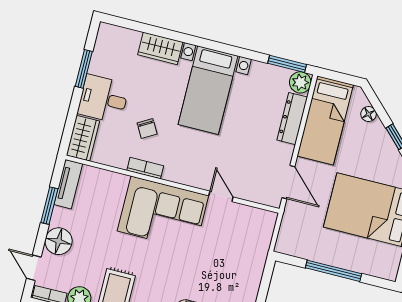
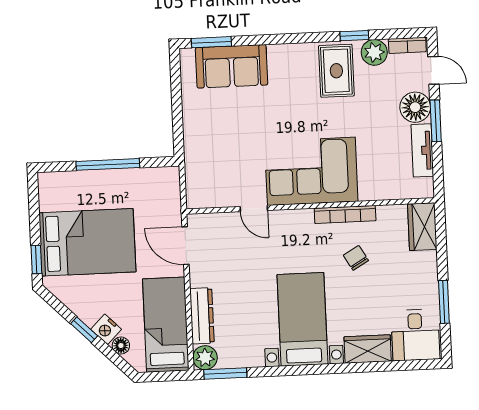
desk: (103, 99) -> (415, 335), moved, turned 90
nightstand: (377, 132) -> (106, 329), added
bookcase: (145, 168) -> (345, 214), width x1.56
tv unit: (68, 184) -> (422, 150), moved
window: (49, 206) -> (436, 121), moved

